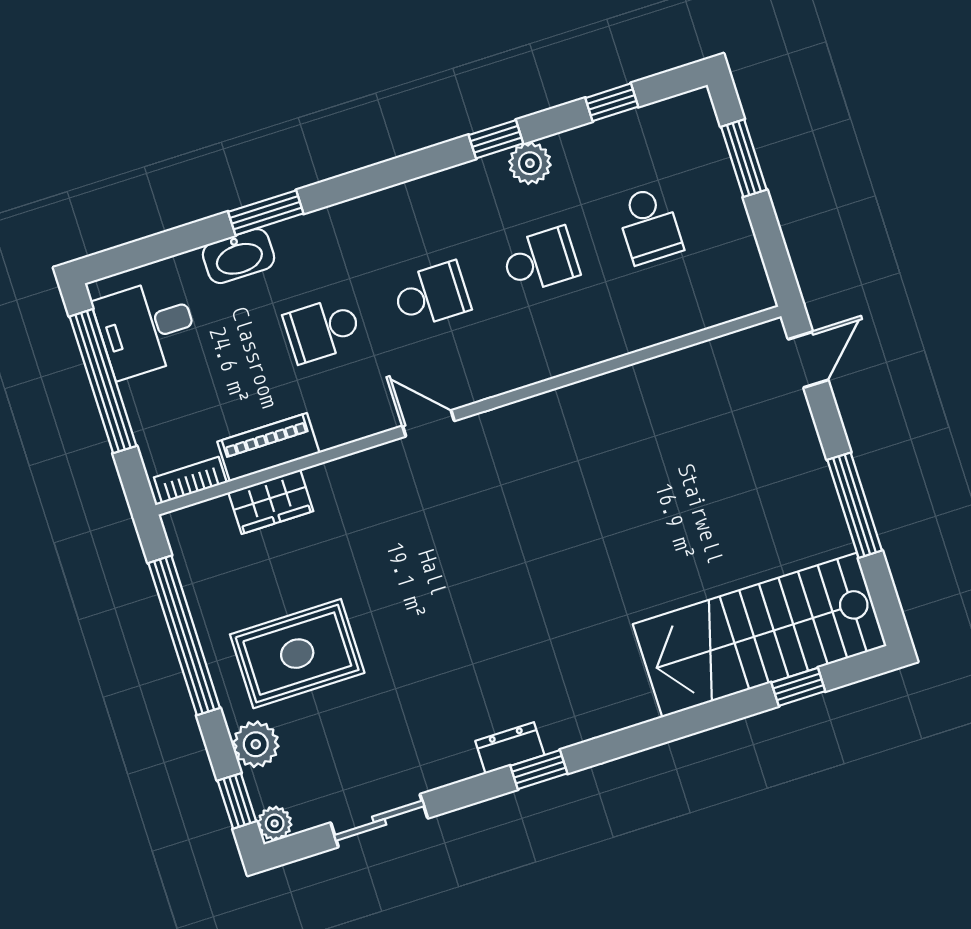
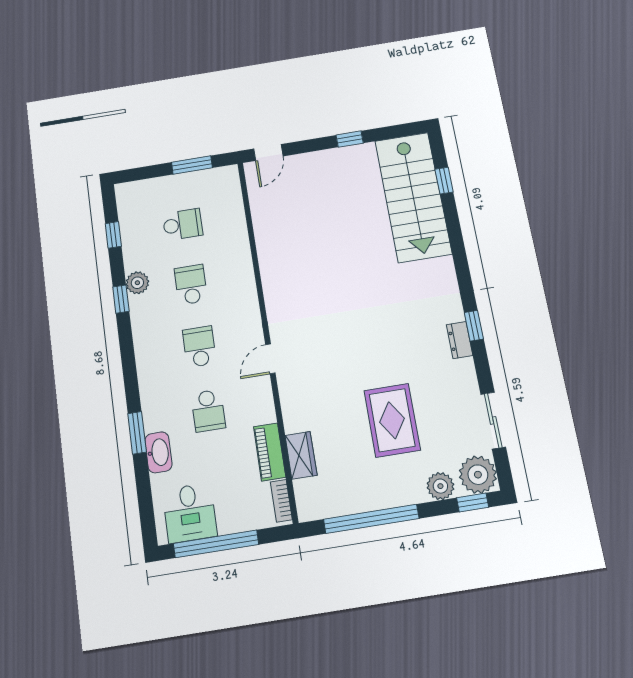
window: (744, 158) -> (192, 165), moved
door: (808, 360) -> (268, 152), swing flipped
window: (855, 505) -> (350, 139), width x0.46
rug: (297, 654) -> (392, 420), moved
plant: (275, 823) -> (478, 475), width x1.87, depth x1.87

